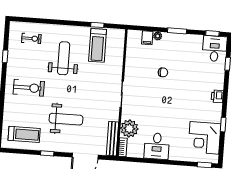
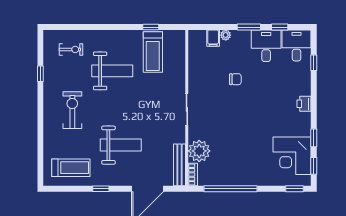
window: (212, 33) -> (280, 27), moved
weight bench: (64, 58) -> (112, 71), turned 90
exercise bike: (29, 88) -> (72, 110), turned -90
desk: (157, 146) -> (266, 46), moved, turned 180
window: (221, 148) -> (314, 166), added
window: (152, 161) -> (230, 189), added

